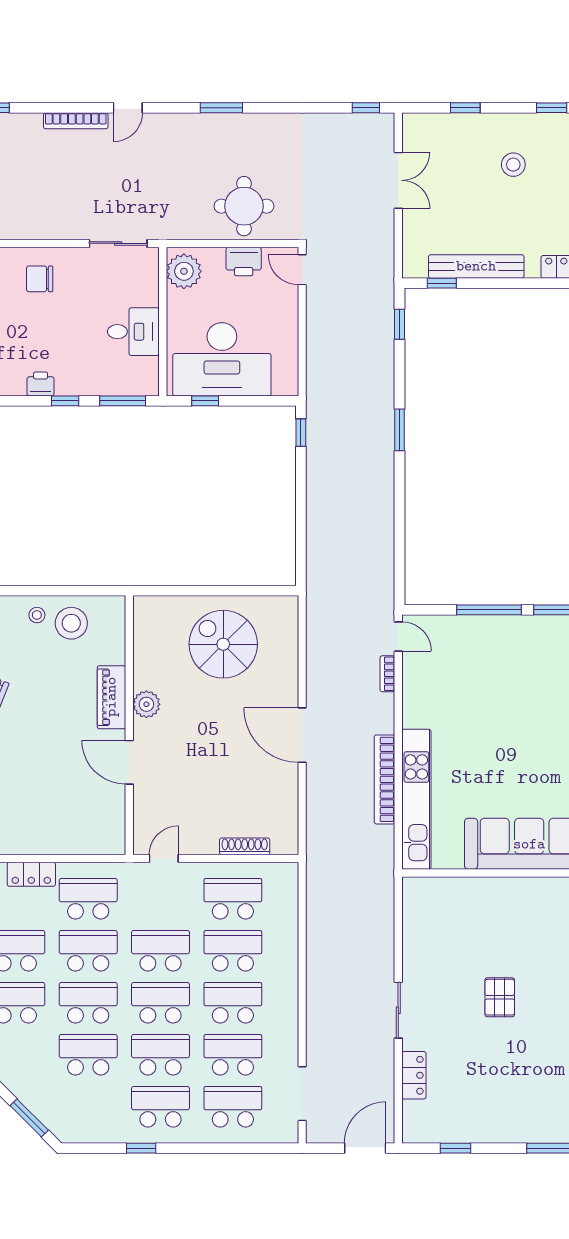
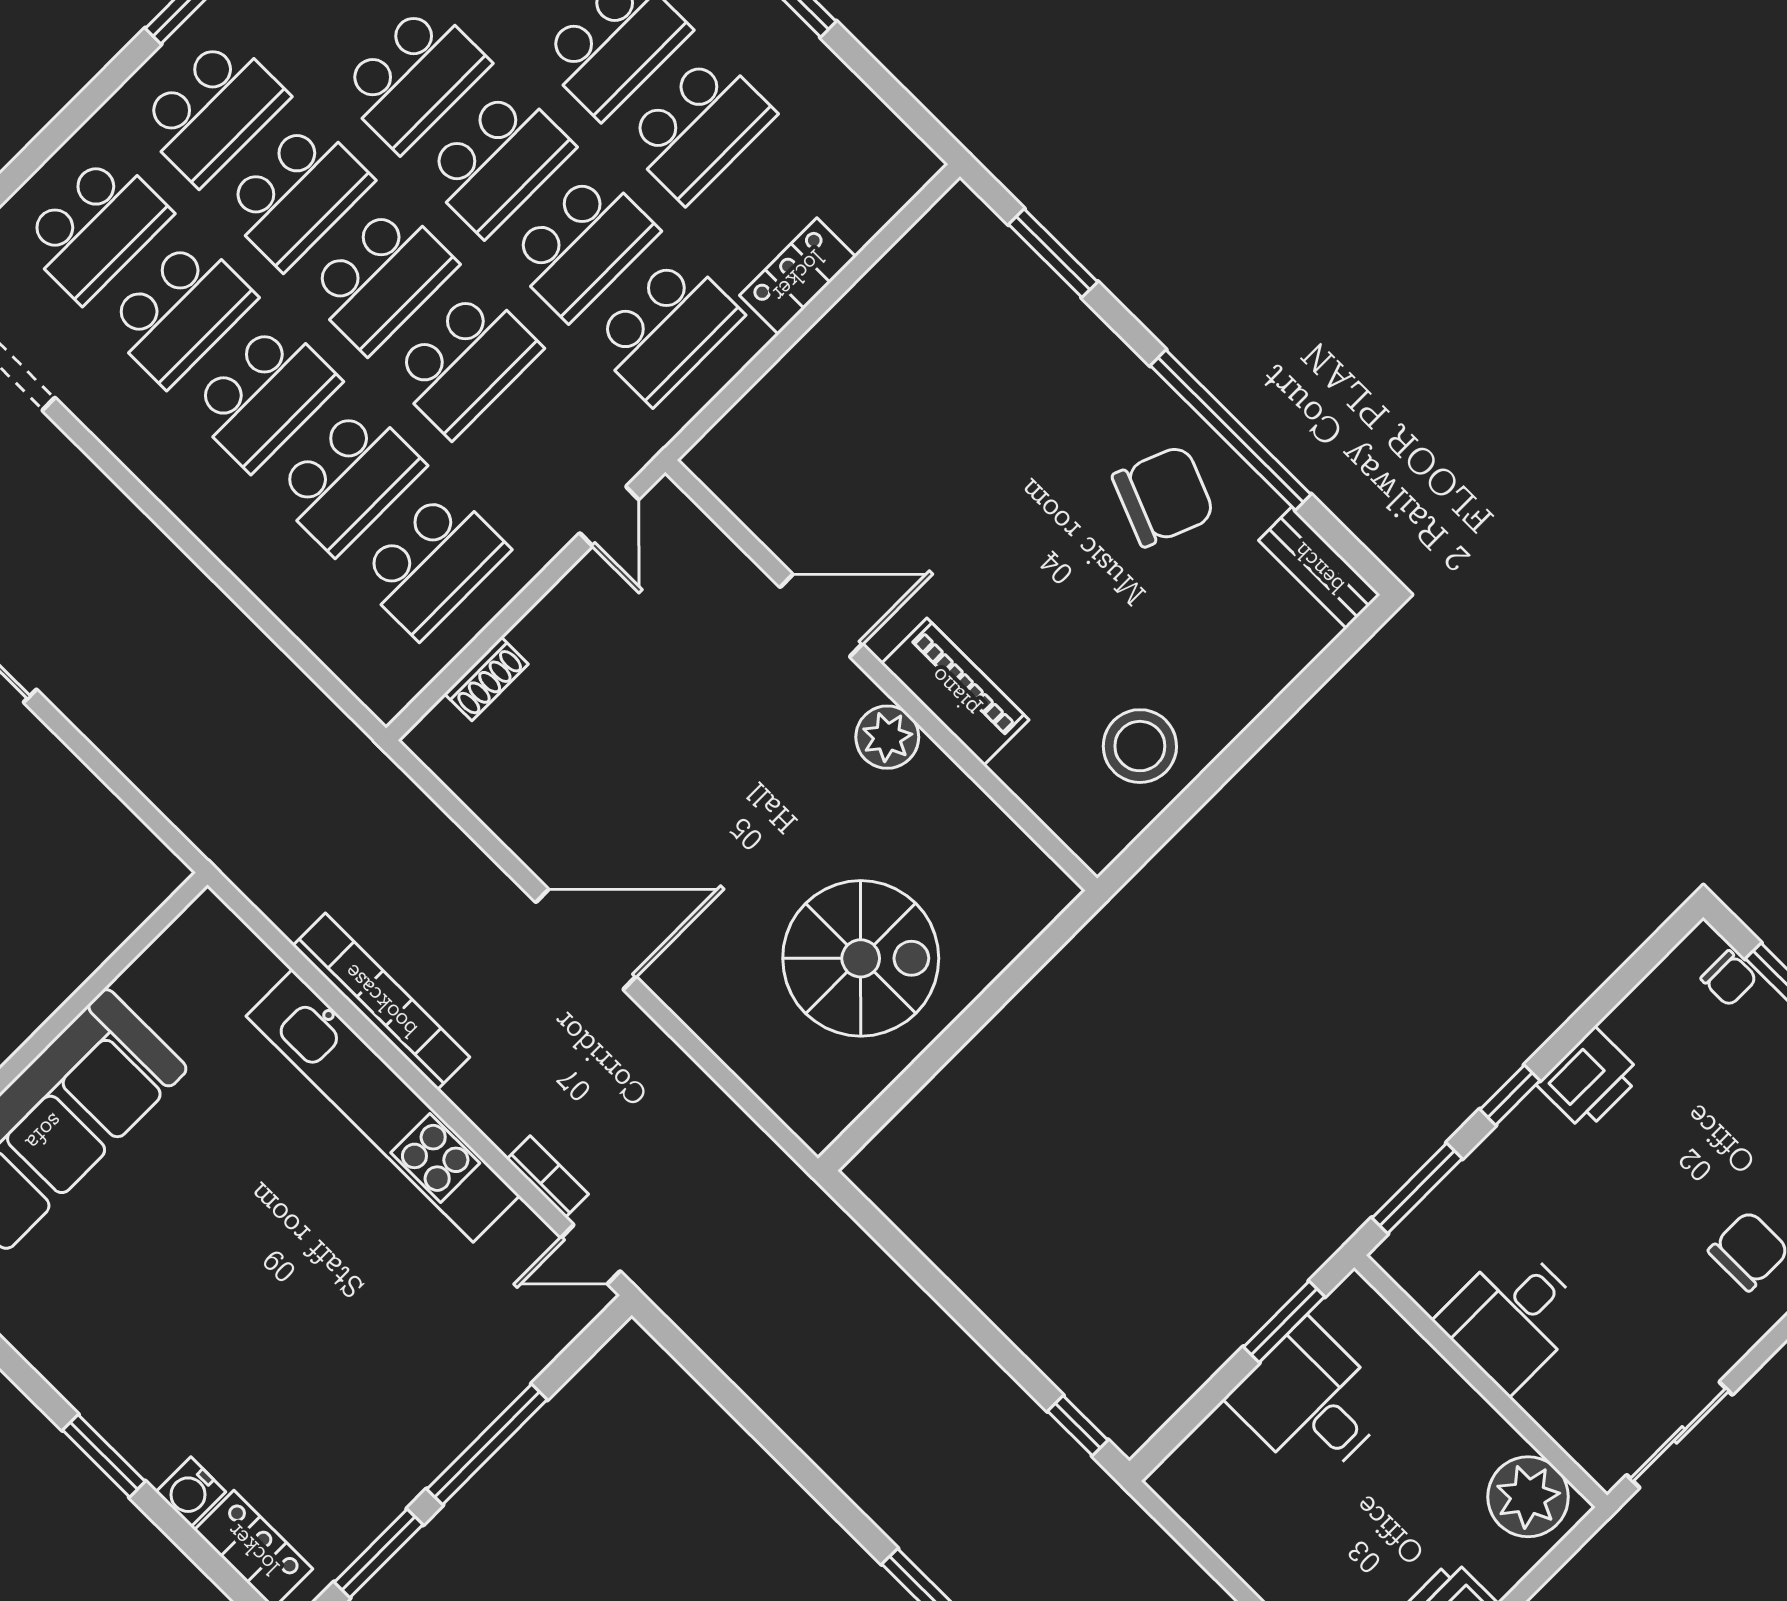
desk: (222, 359) -> (1310, 1402), width x0.53, depth x0.77
printer: (41, 384) -> (1590, 1079), width x1.36, depth x1.24
window: (205, 401) -> (1284, 1322), width x1.50
stool: (37, 615) -> (1209, 704), removed
kitchen unit: (416, 799) -> (383, 1106), moved
shoe rack: (245, 846) -> (486, 679), width x0.70

